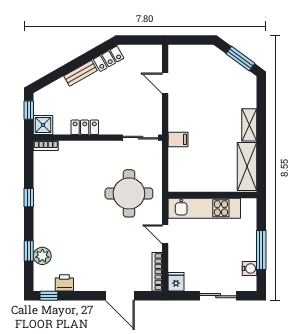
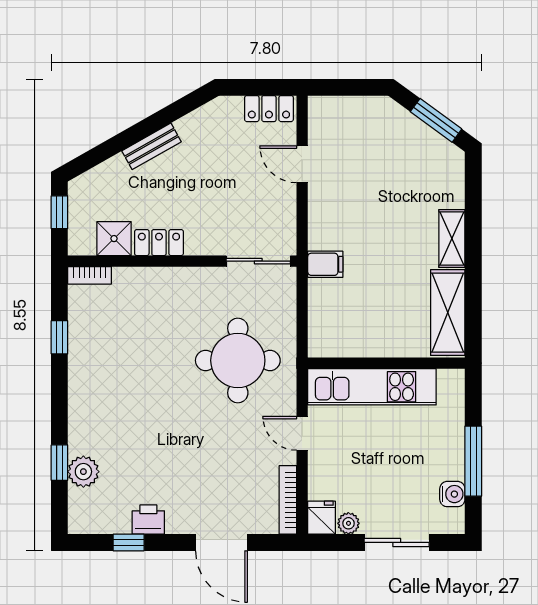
locker: (109, 59) -> (269, 109), moved, turned 30
shower: (43, 125) -> (114, 239), moved
window: (29, 198) -> (59, 337), moved
printer: (64, 283) -> (148, 520), moved
plant: (191, 285) -> (348, 523), added
window: (49, 296) -> (129, 542), moved

